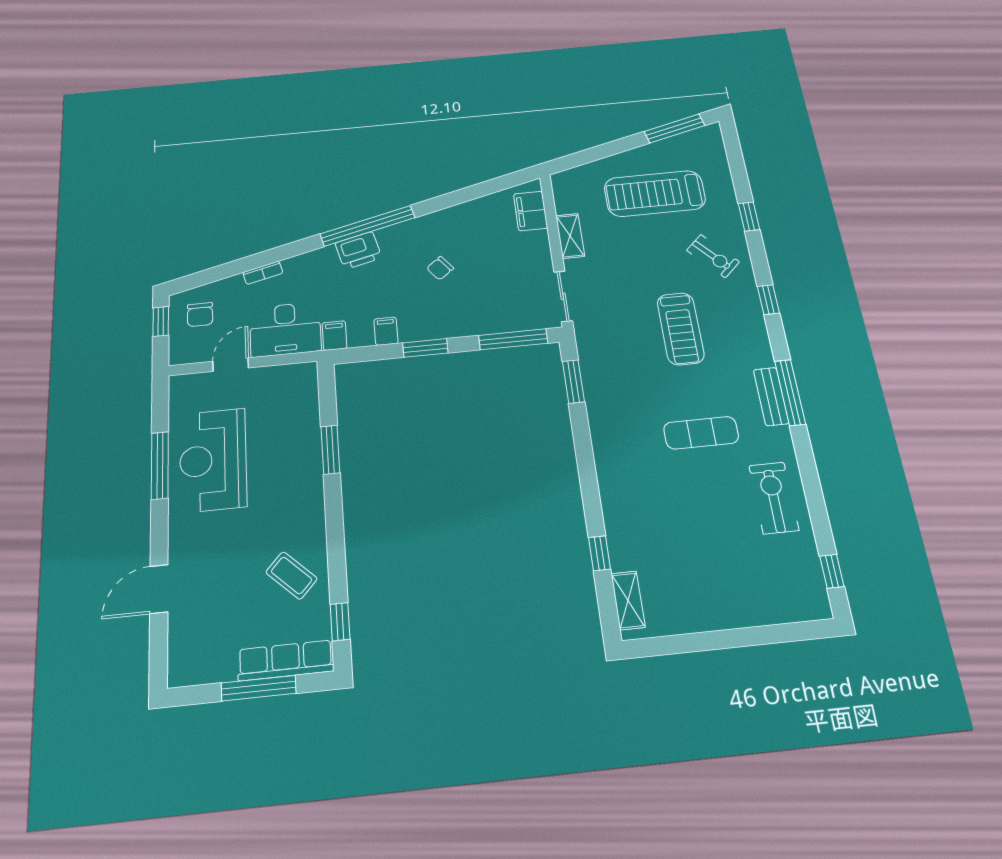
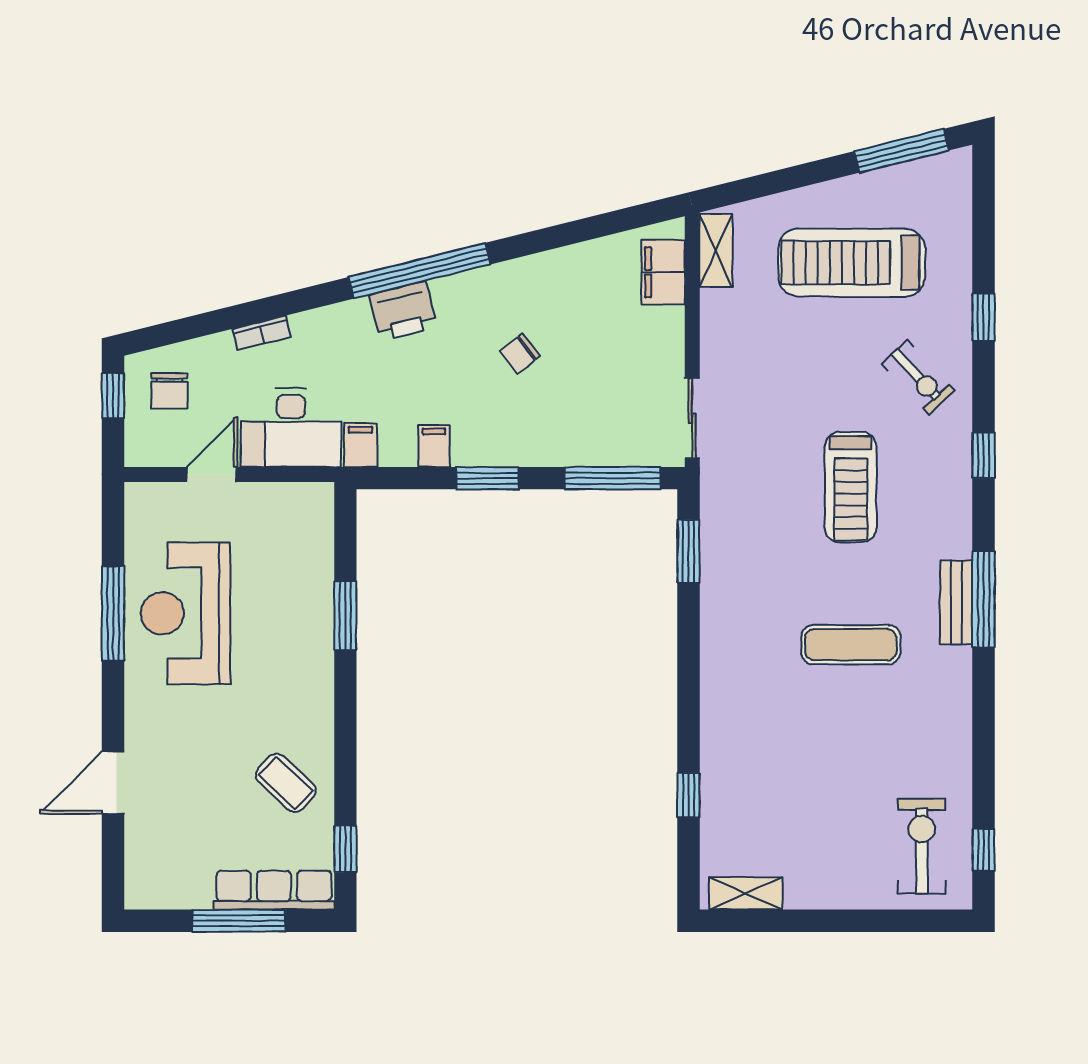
shelving: (570, 236) -> (716, 251), moved
exercise bike: (774, 498) -> (922, 846), moved
shelving: (628, 600) -> (746, 893), moved, turned 90

